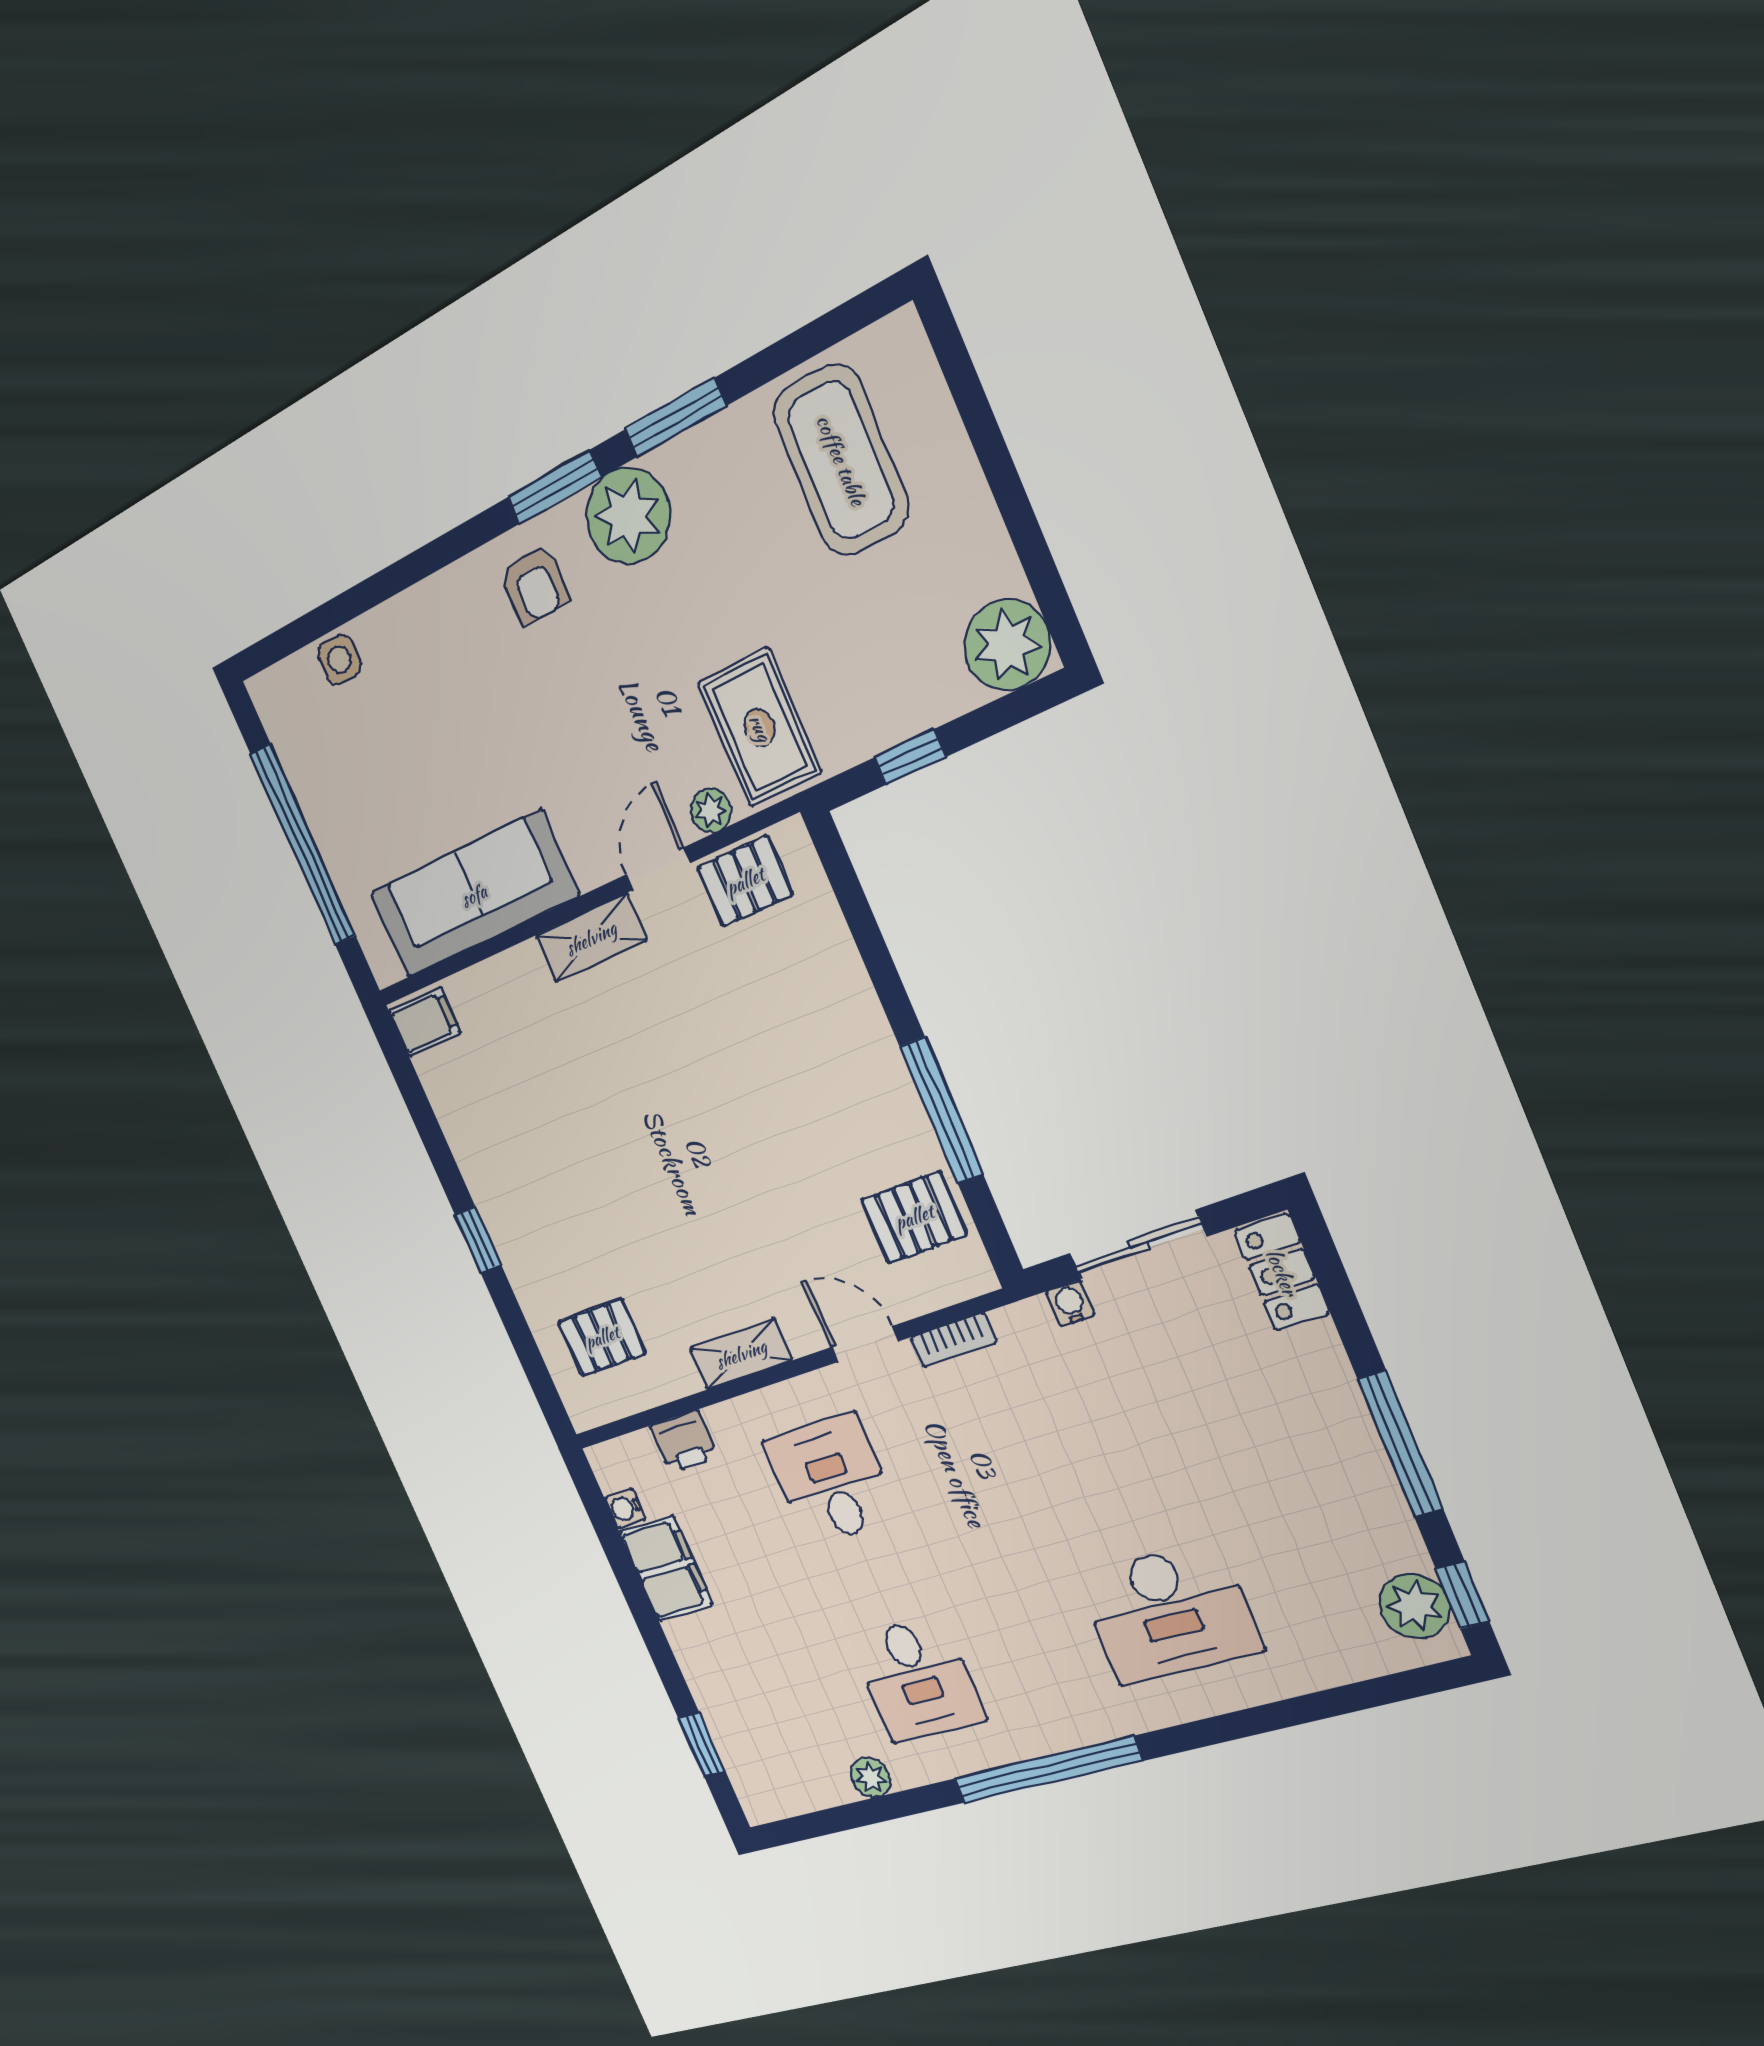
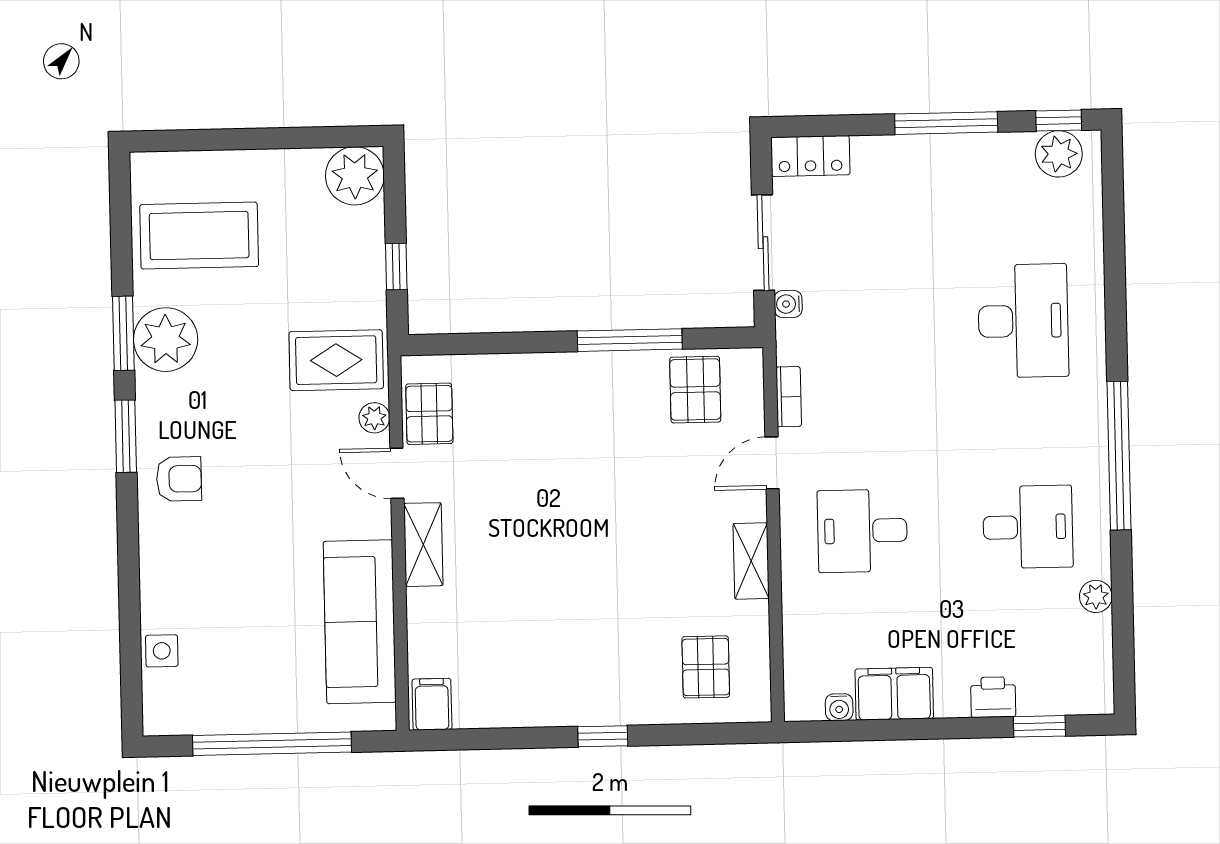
plant: (628, 516) -> (166, 340), moved
printer: (684, 1442) -> (993, 697), moved, turned -90

